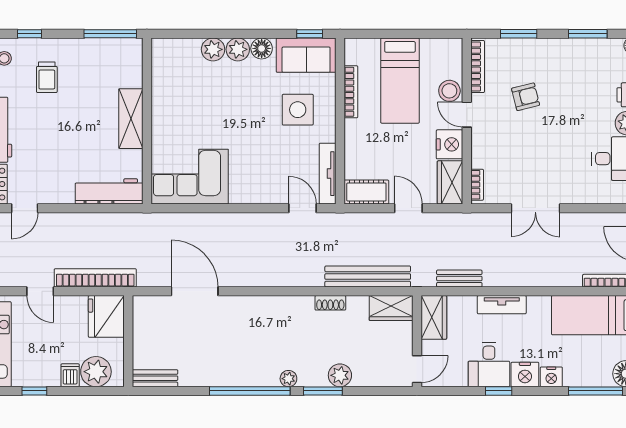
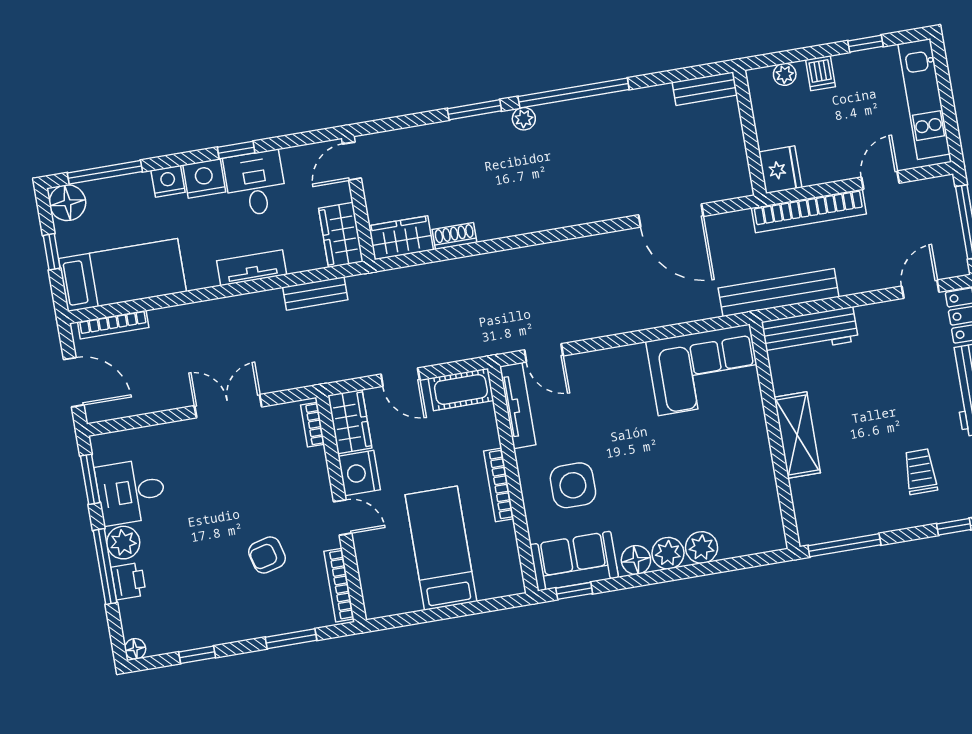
window: (588, 34) -> (197, 655), width x0.67
stool: (449, 91) -> (372, 546), removed
bookcase: (351, 92) -> (499, 485), moved
bench: (368, 277) -> (779, 293), moved
door: (40, 291) -> (880, 180), hinge flipped
shoe rack: (330, 303) -> (455, 236), moved
fridge: (106, 316) -> (780, 170), width x0.73, depth x0.75
plant: (96, 372) -> (785, 74), width x0.53, depth x0.53
plant: (340, 375) -> (455, 135), removed

